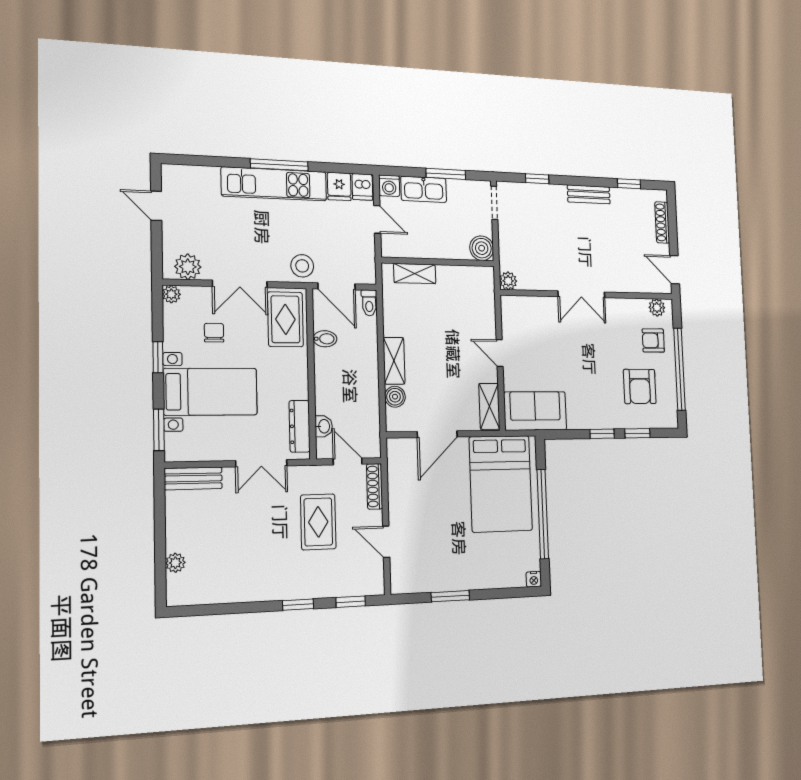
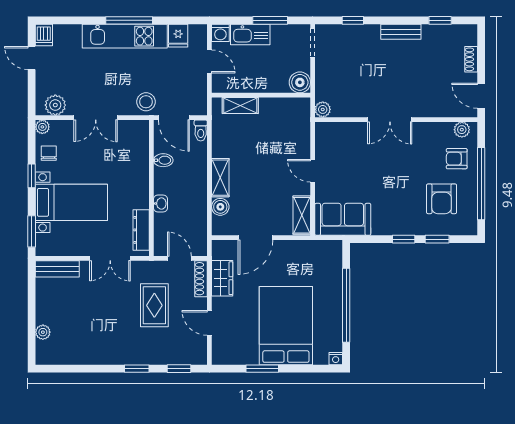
dishwasher: (362, 187) -> (44, 35), moved
shoe rack: (662, 222) -> (471, 59), width x0.70
rug: (285, 319) -> (131, 145), removed
chair: (214, 333) -> (49, 153), moved
washbasin: (324, 426) -> (160, 203), moved
bed: (501, 484) -> (286, 326), moved, turned 180
wardrobe: (400, 485) -> (222, 278), added

